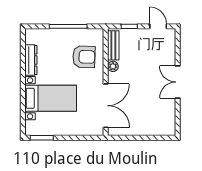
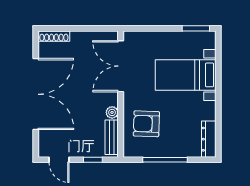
dresser: (31, 60) -> (209, 139), moved
double door: (178, 82) -> (36, 94), width x1.87
shoe rack: (162, 131) -> (54, 36), added

